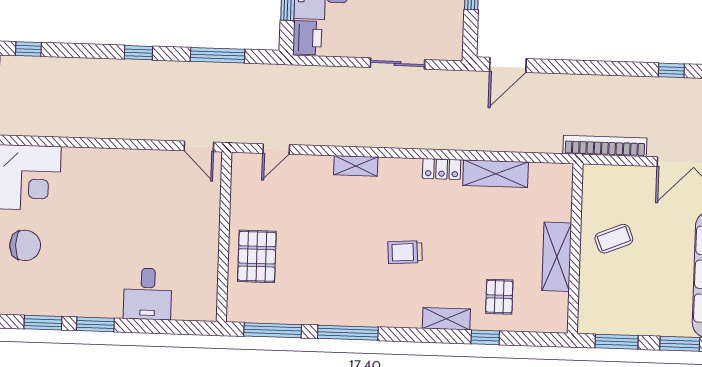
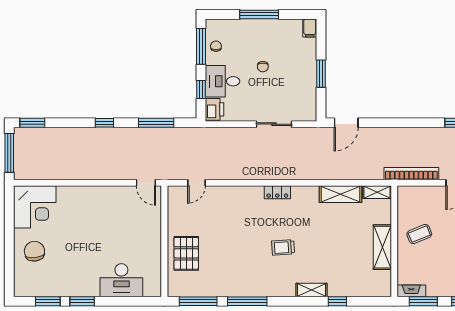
window: (28, 49) -> (32, 123), width x1.50
shelving: (356, 166) -> (377, 192), moved
locker: (442, 169) -> (277, 192), moved
chair: (25, 245) -> (34, 251), turned -97
desk: (148, 294) -> (121, 280), width x1.37
pallet: (499, 297) -> (346, 274), removed
fireplace: (599, 325) -> (411, 291), added

